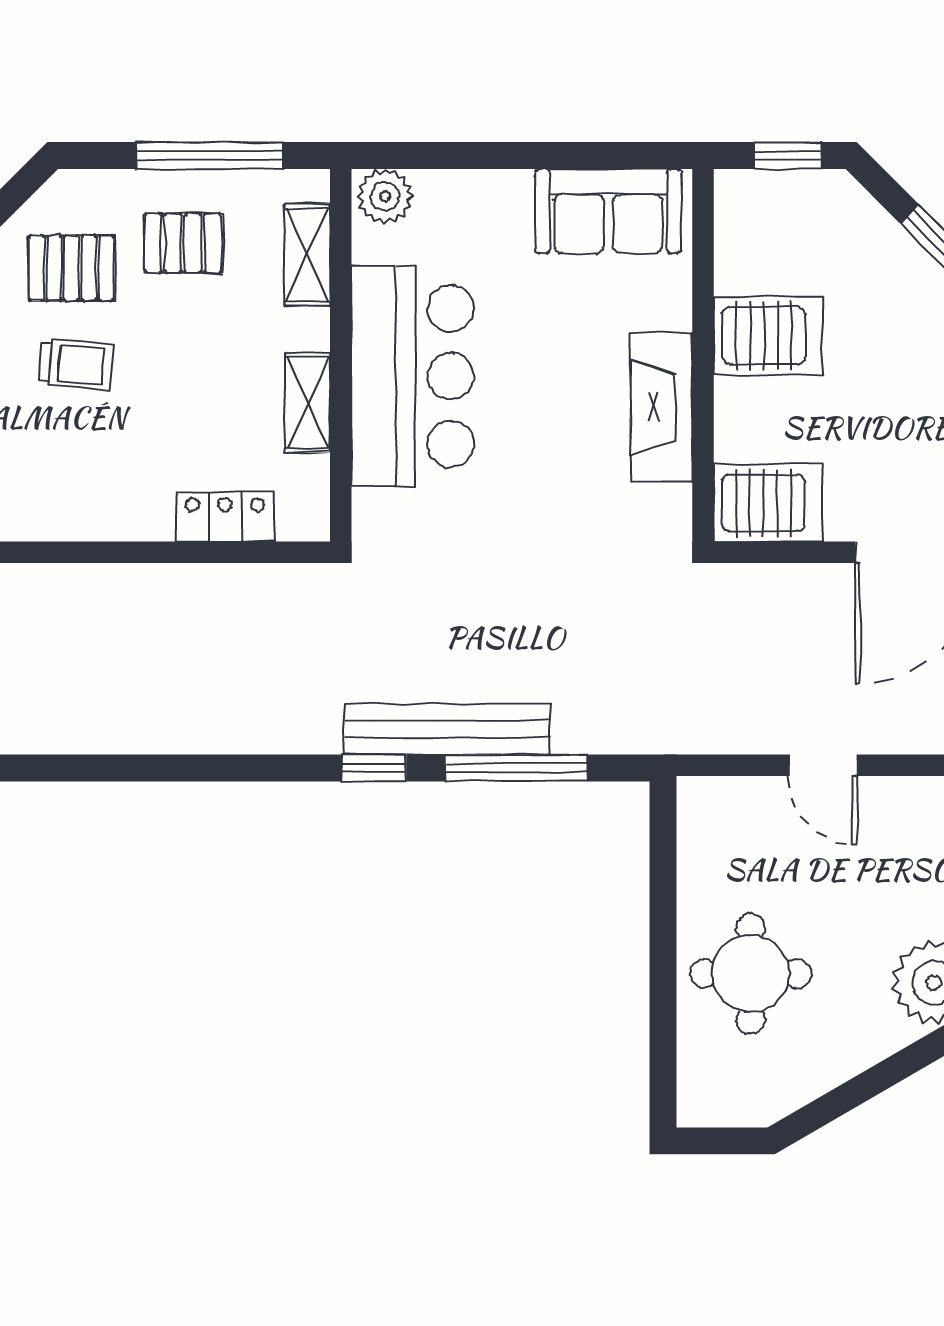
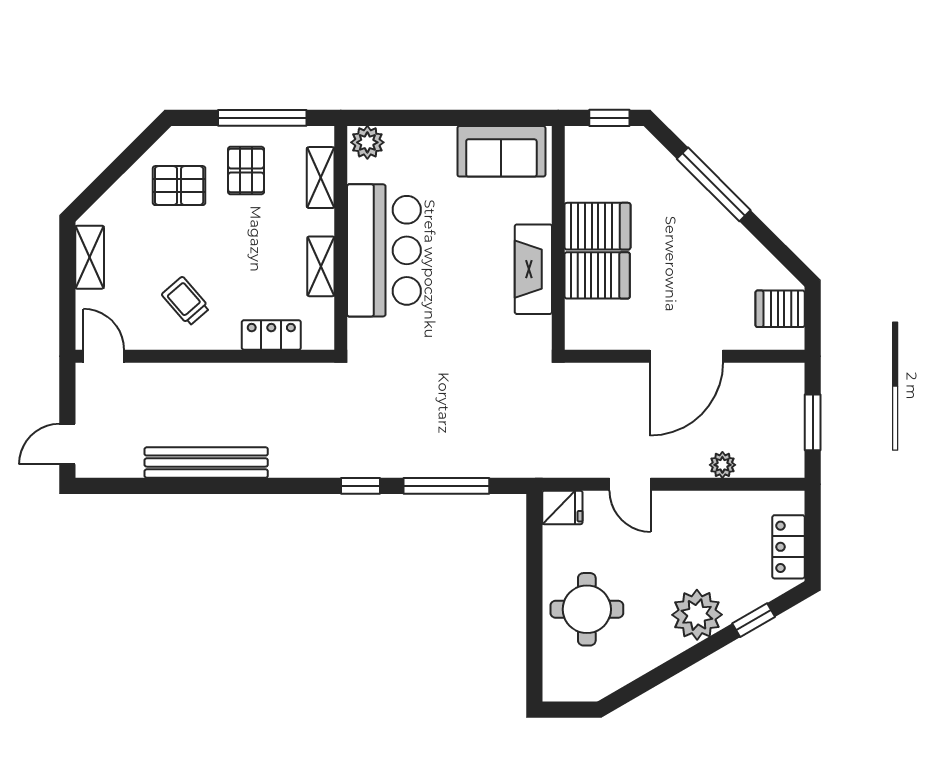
pallet: (183, 243) -> (246, 170), turned 90
trolley: (76, 364) -> (186, 301), moved, turned -136
server rack: (768, 503) -> (597, 275), moved
bench: (447, 729) -> (206, 462), moved
fridge: (710, 804) -> (562, 507), added

